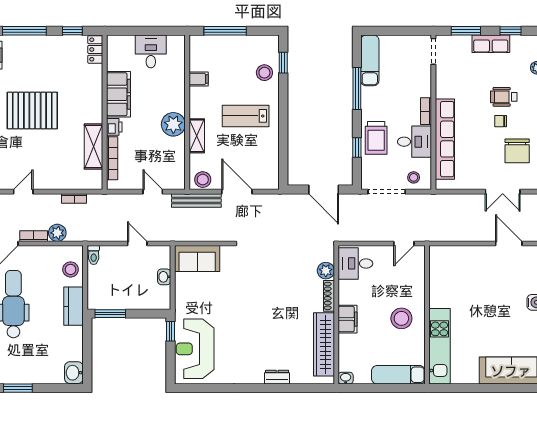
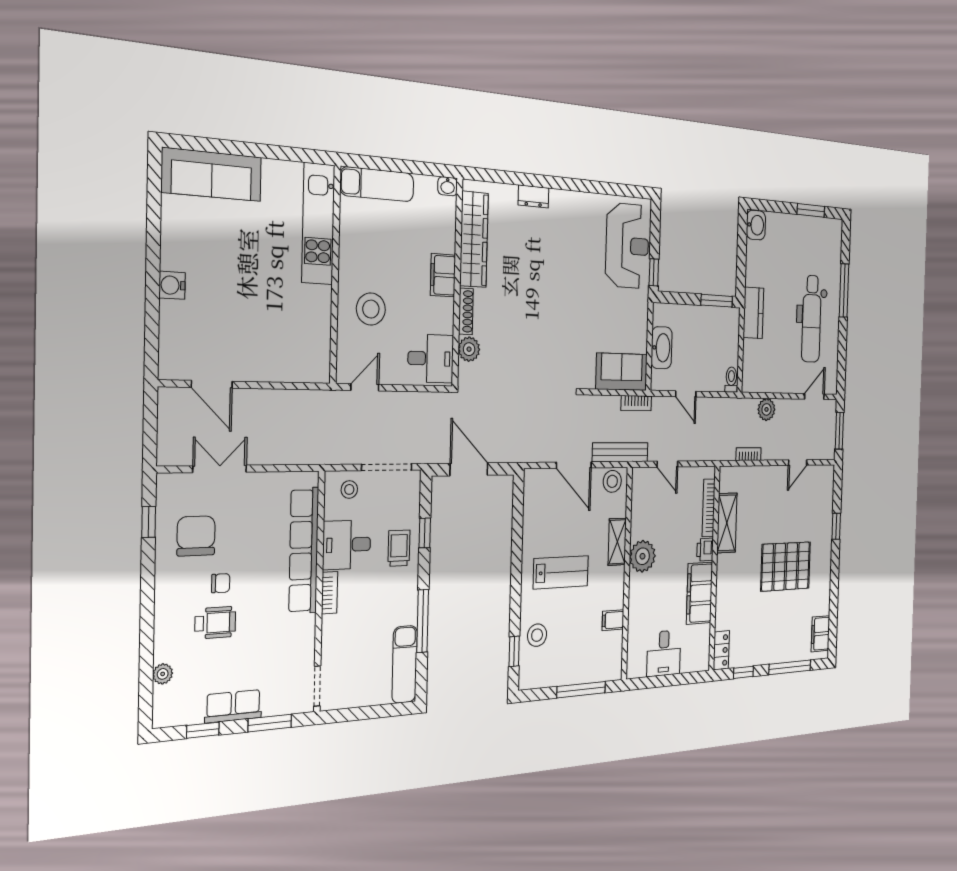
trolley: (376, 138) -> (399, 548), width x0.73, depth x0.72
bookcase: (34, 236) -> (636, 403), moved
stool: (71, 269) -> (755, 361), removed
washbasin: (164, 277) -> (662, 348), width x1.91, depth x1.45
stool: (401, 318) -> (371, 309), moved

